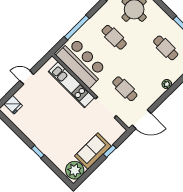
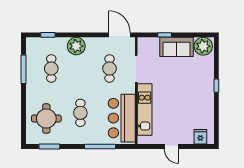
plant: (167, 84) -> (76, 46), width x1.88, depth x1.88

